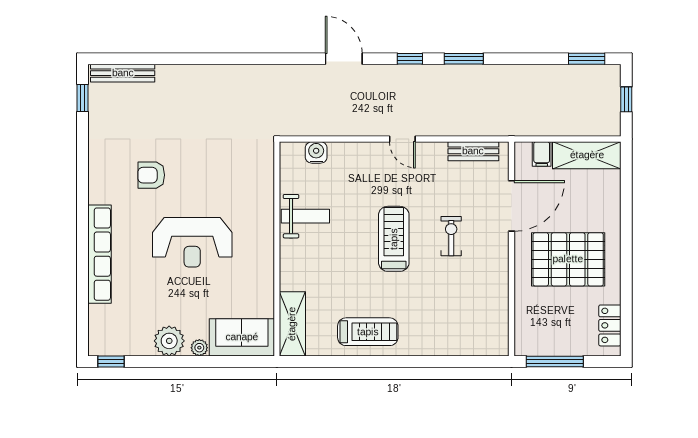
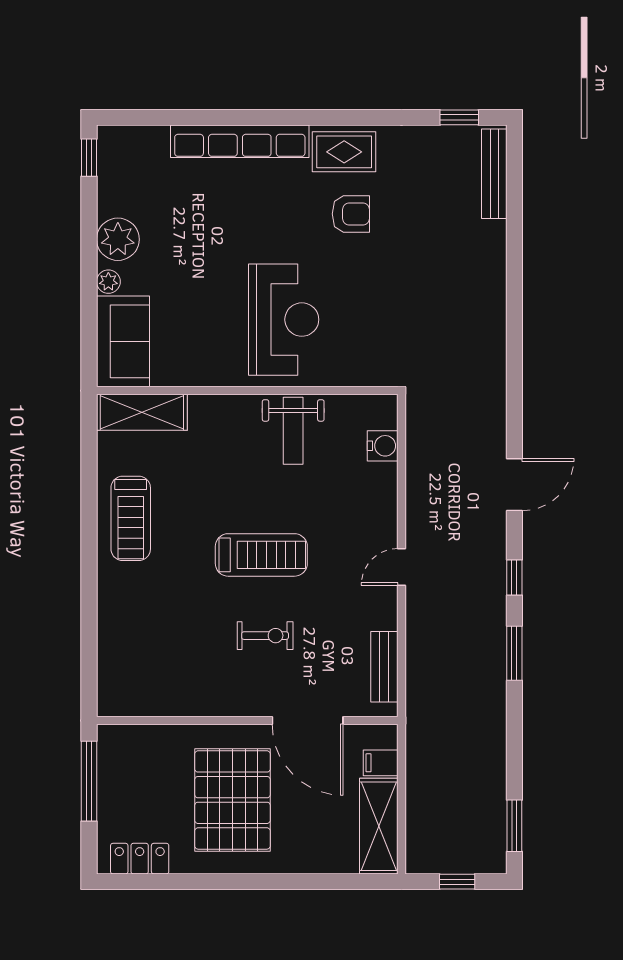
armchair: (151, 175) -> (351, 214), turned 90
rug: (107, 180) -> (344, 152), added
reception desk: (192, 242) -> (284, 320), moved, turned 180

